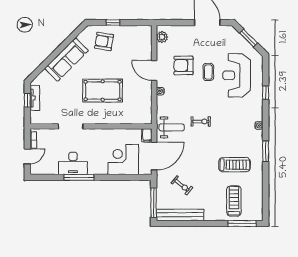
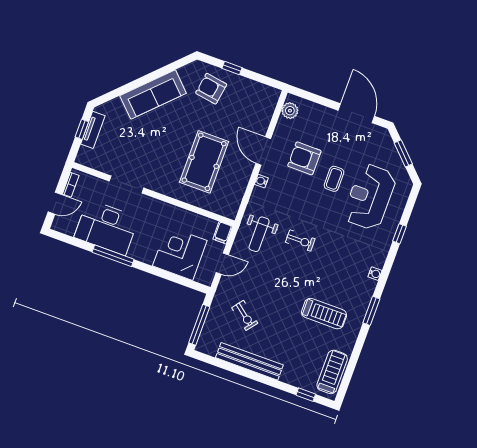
pool table: (103, 91) -> (204, 162), moved, turned 90
weight bench: (172, 127) -> (259, 234), turned 90
door: (154, 156) -> (222, 264), width x0.53
desk: (73, 163) -> (107, 227), width x1.36, depth x1.30
treadmill: (234, 201) -> (332, 372), moved
bench: (180, 215) -> (249, 361), moved
window: (242, 224) -> (306, 395), width x0.46

